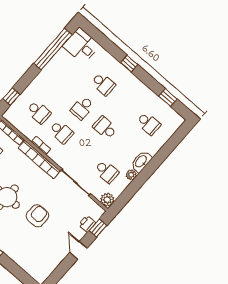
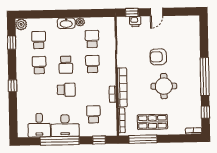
desk: (81, 46) -> (39, 125), moved
window: (53, 49) -> (60, 141), moved
desk: (52, 78) -> (65, 126), added
school desk: (103, 84) -> (39, 65), moved
school desk: (61, 132) -> (92, 64), moved
plant: (107, 200) -> (21, 24), moved

